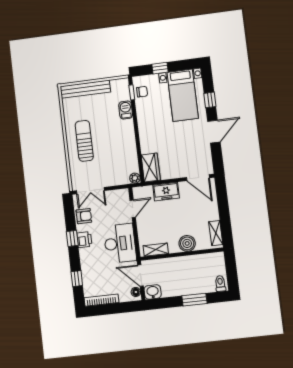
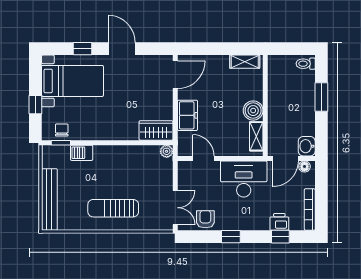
printer: (84, 240) -> (279, 222), moved
boiler: (187, 243) -> (253, 111), moved

